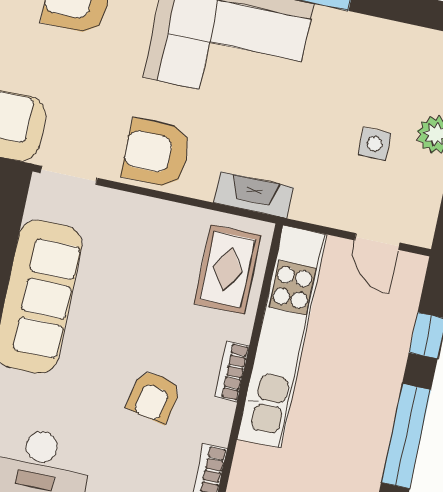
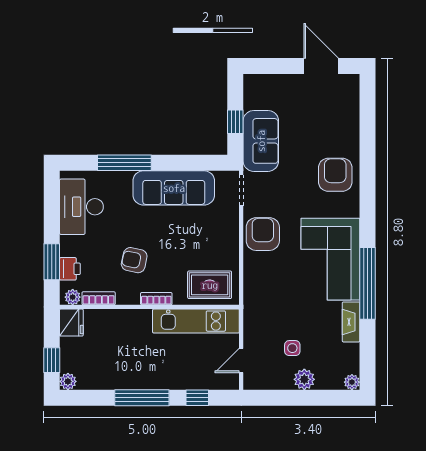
fireplace: (254, 195) -> (351, 322), moved, turned 180
kitchen unit: (282, 337) -> (196, 321), width x0.73

